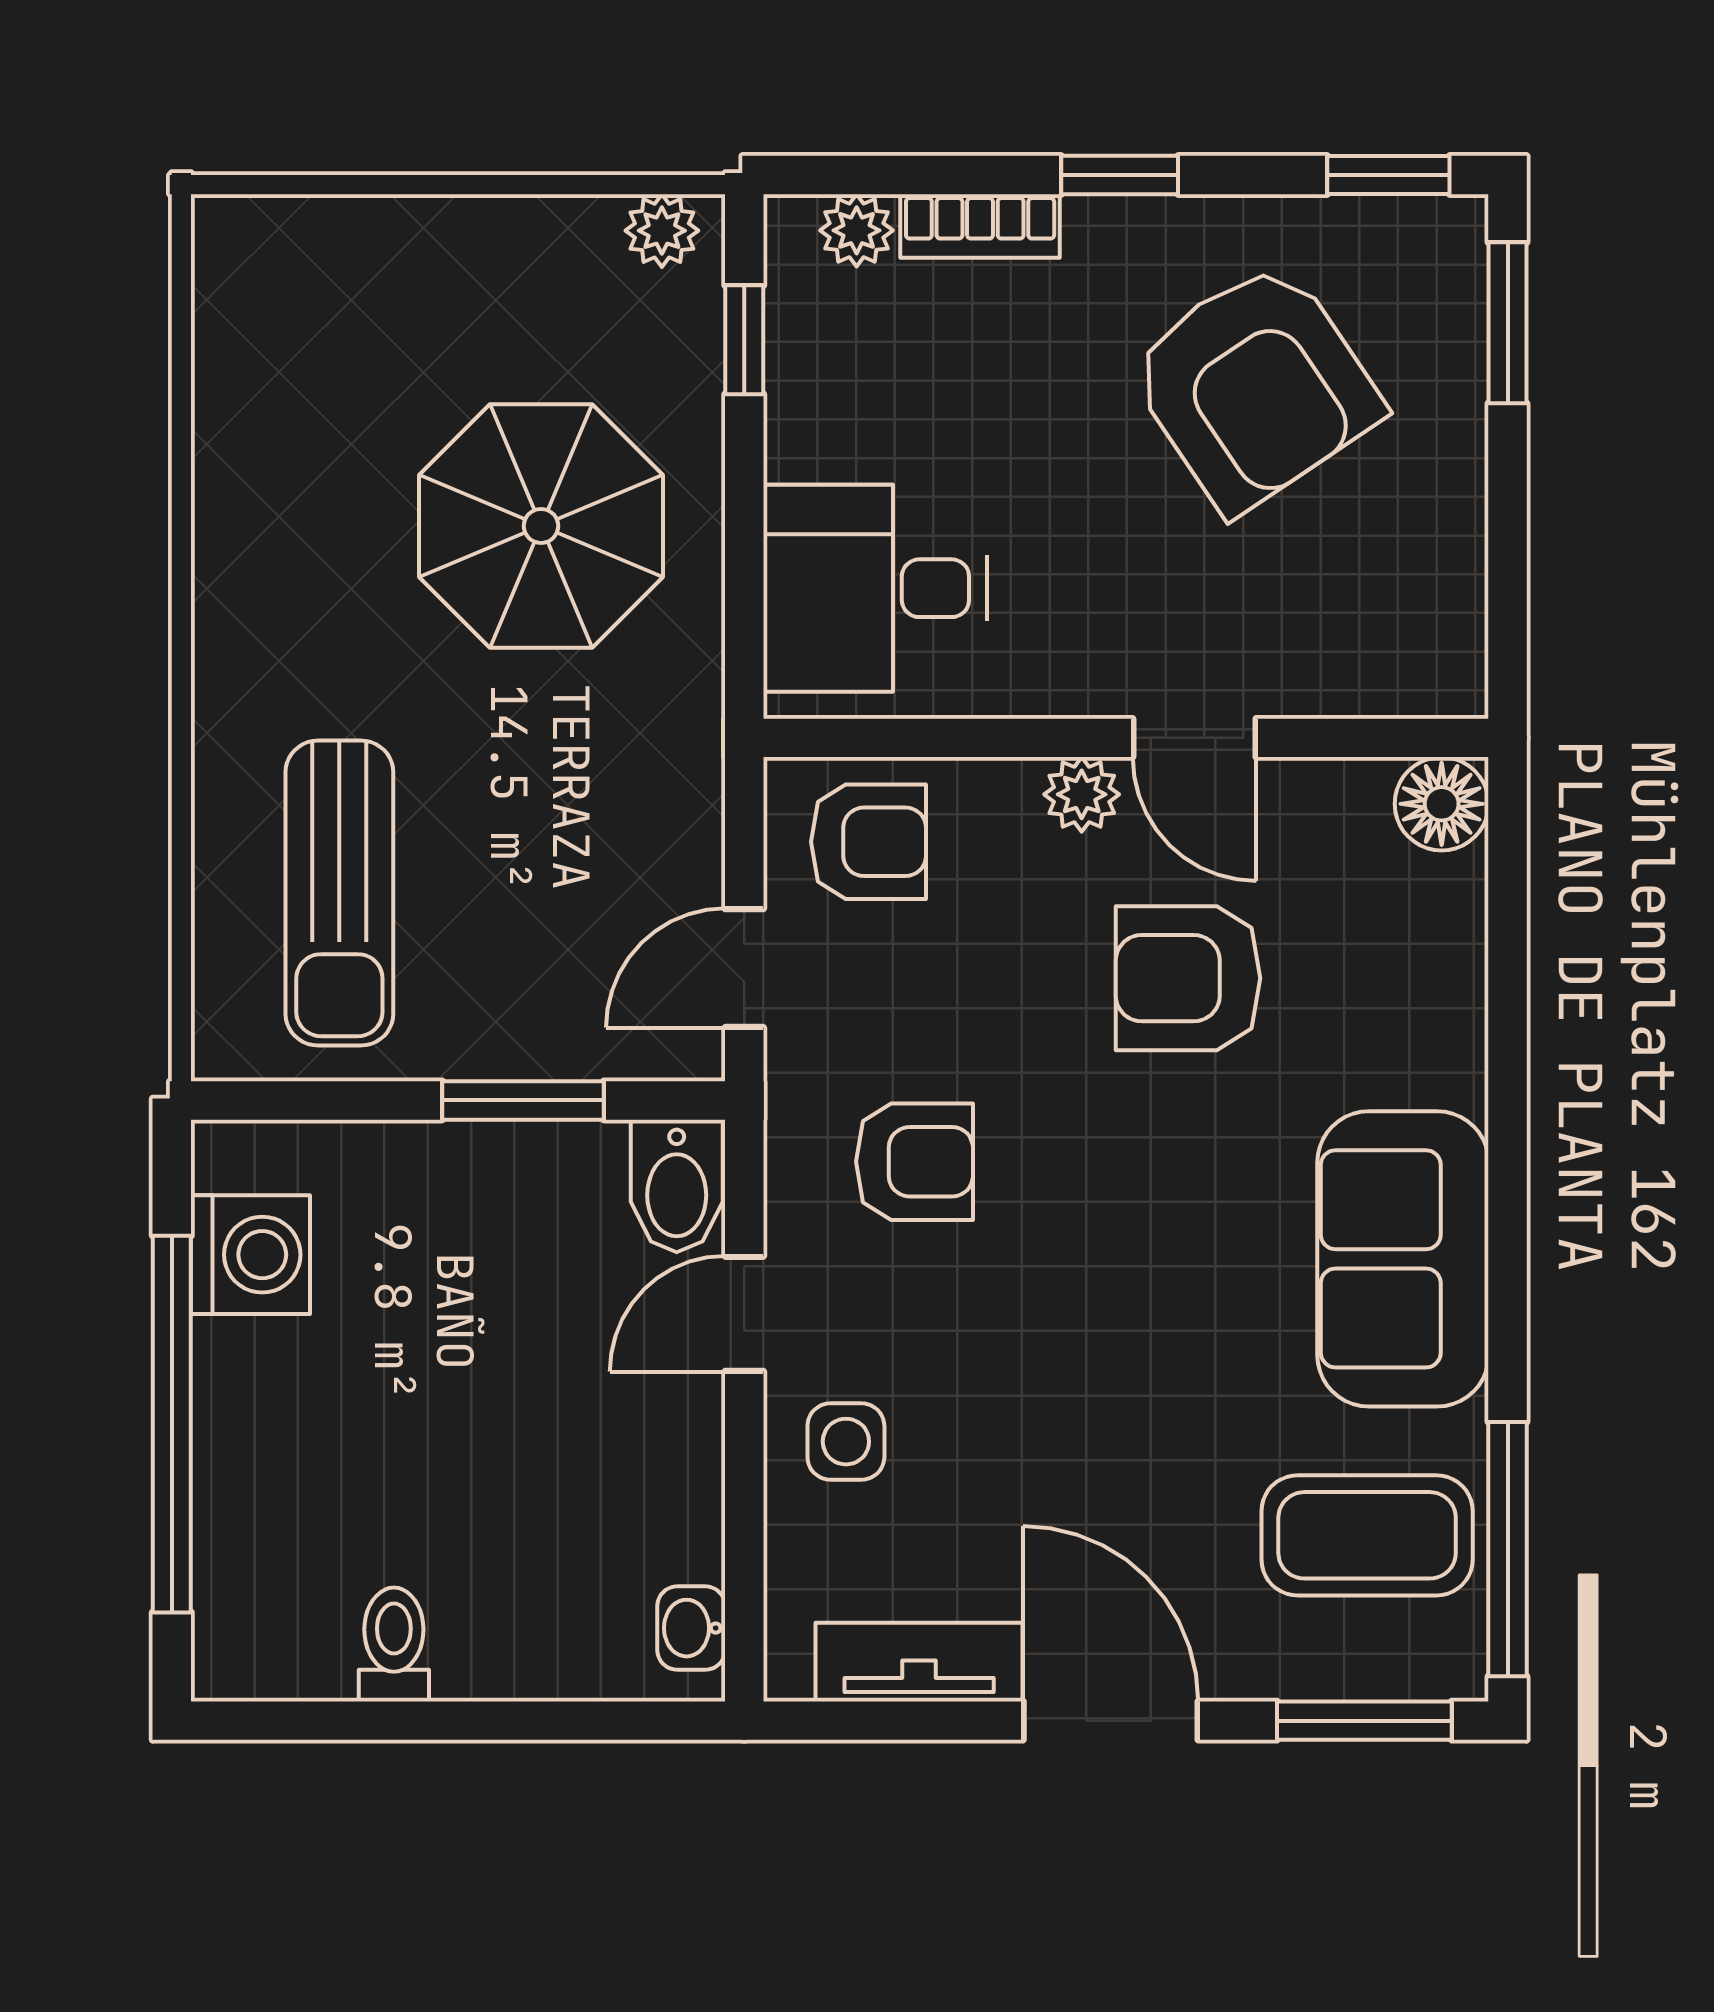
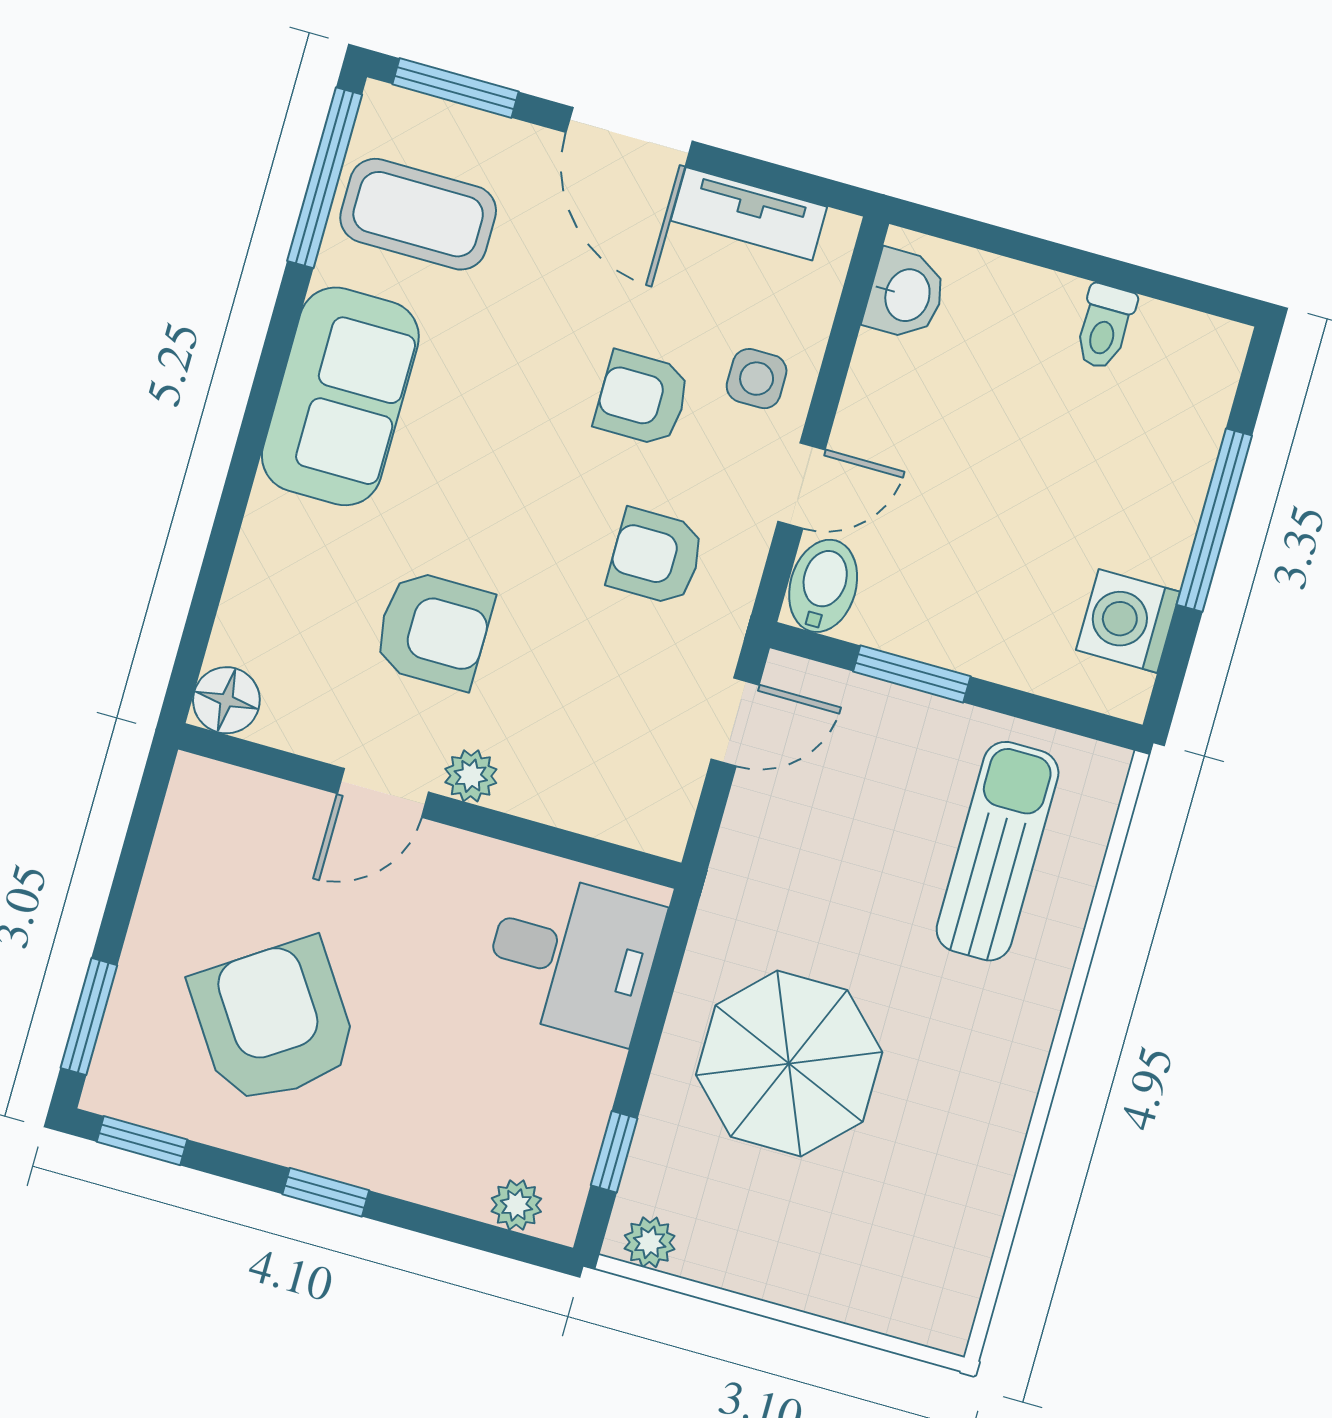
bookcase: (980, 226) -> (431, 1184), removed
door: (1194, 738) -> (383, 793), swing flipped
armchair: (869, 842) -> (642, 398), moved
window: (172, 1424) -> (1214, 520), width x0.68
washbasin: (691, 1628) -> (905, 295), width x1.38, depth x1.45

